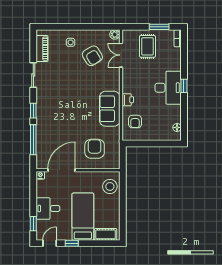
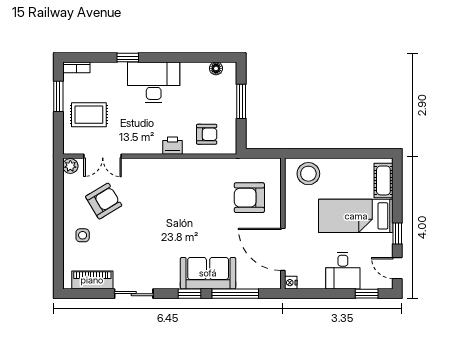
window: (184, 86) -> (128, 58), moved
sofa: (110, 109) -> (208, 273), moved, turned 180
window: (156, 144) -> (241, 101), added

